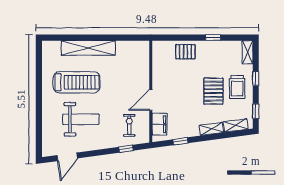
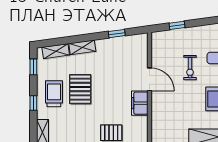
door: (151, 100) -> (149, 79), hinge flipped
filing cabinet: (160, 124) -> (140, 103), moved
exercise bike: (129, 125) -> (190, 68), moved

